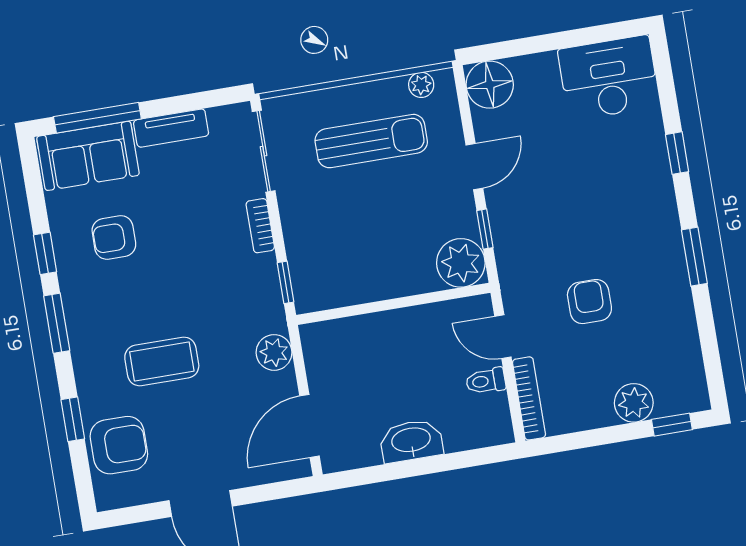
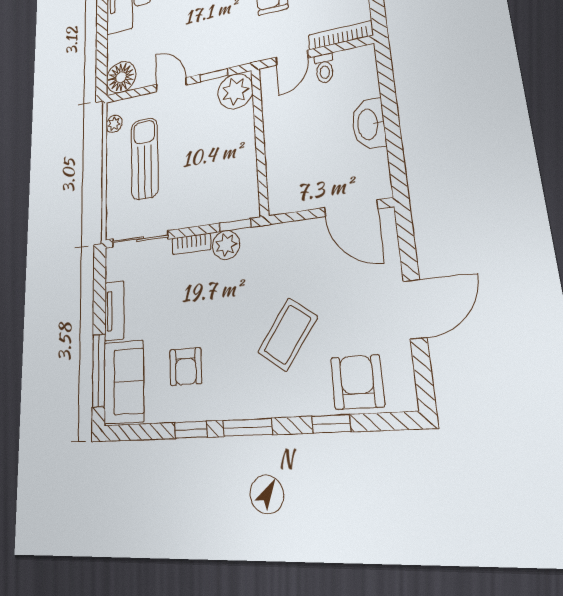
plant: (274, 352) -> (226, 245), moved
coffee table: (162, 361) -> (287, 334), turned 36

